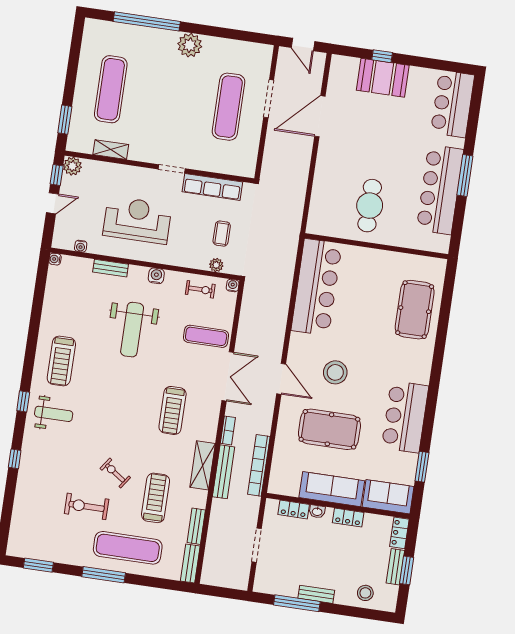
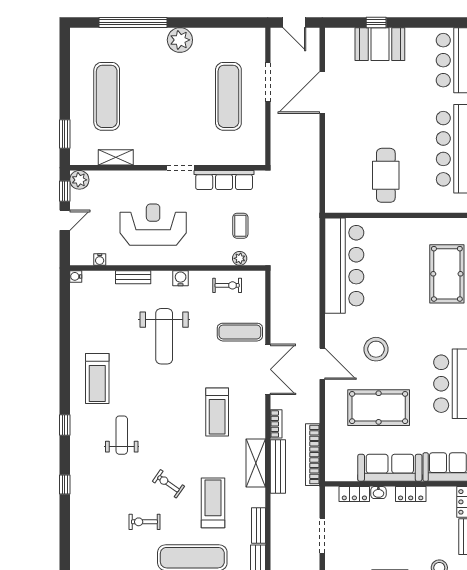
water cooler: (233, 286) -> (259, 277), removed
weight bench: (54, 414) -> (122, 435), moved, turned -90
exercise bike: (87, 506) -> (144, 522), width x0.73, depth x0.72

